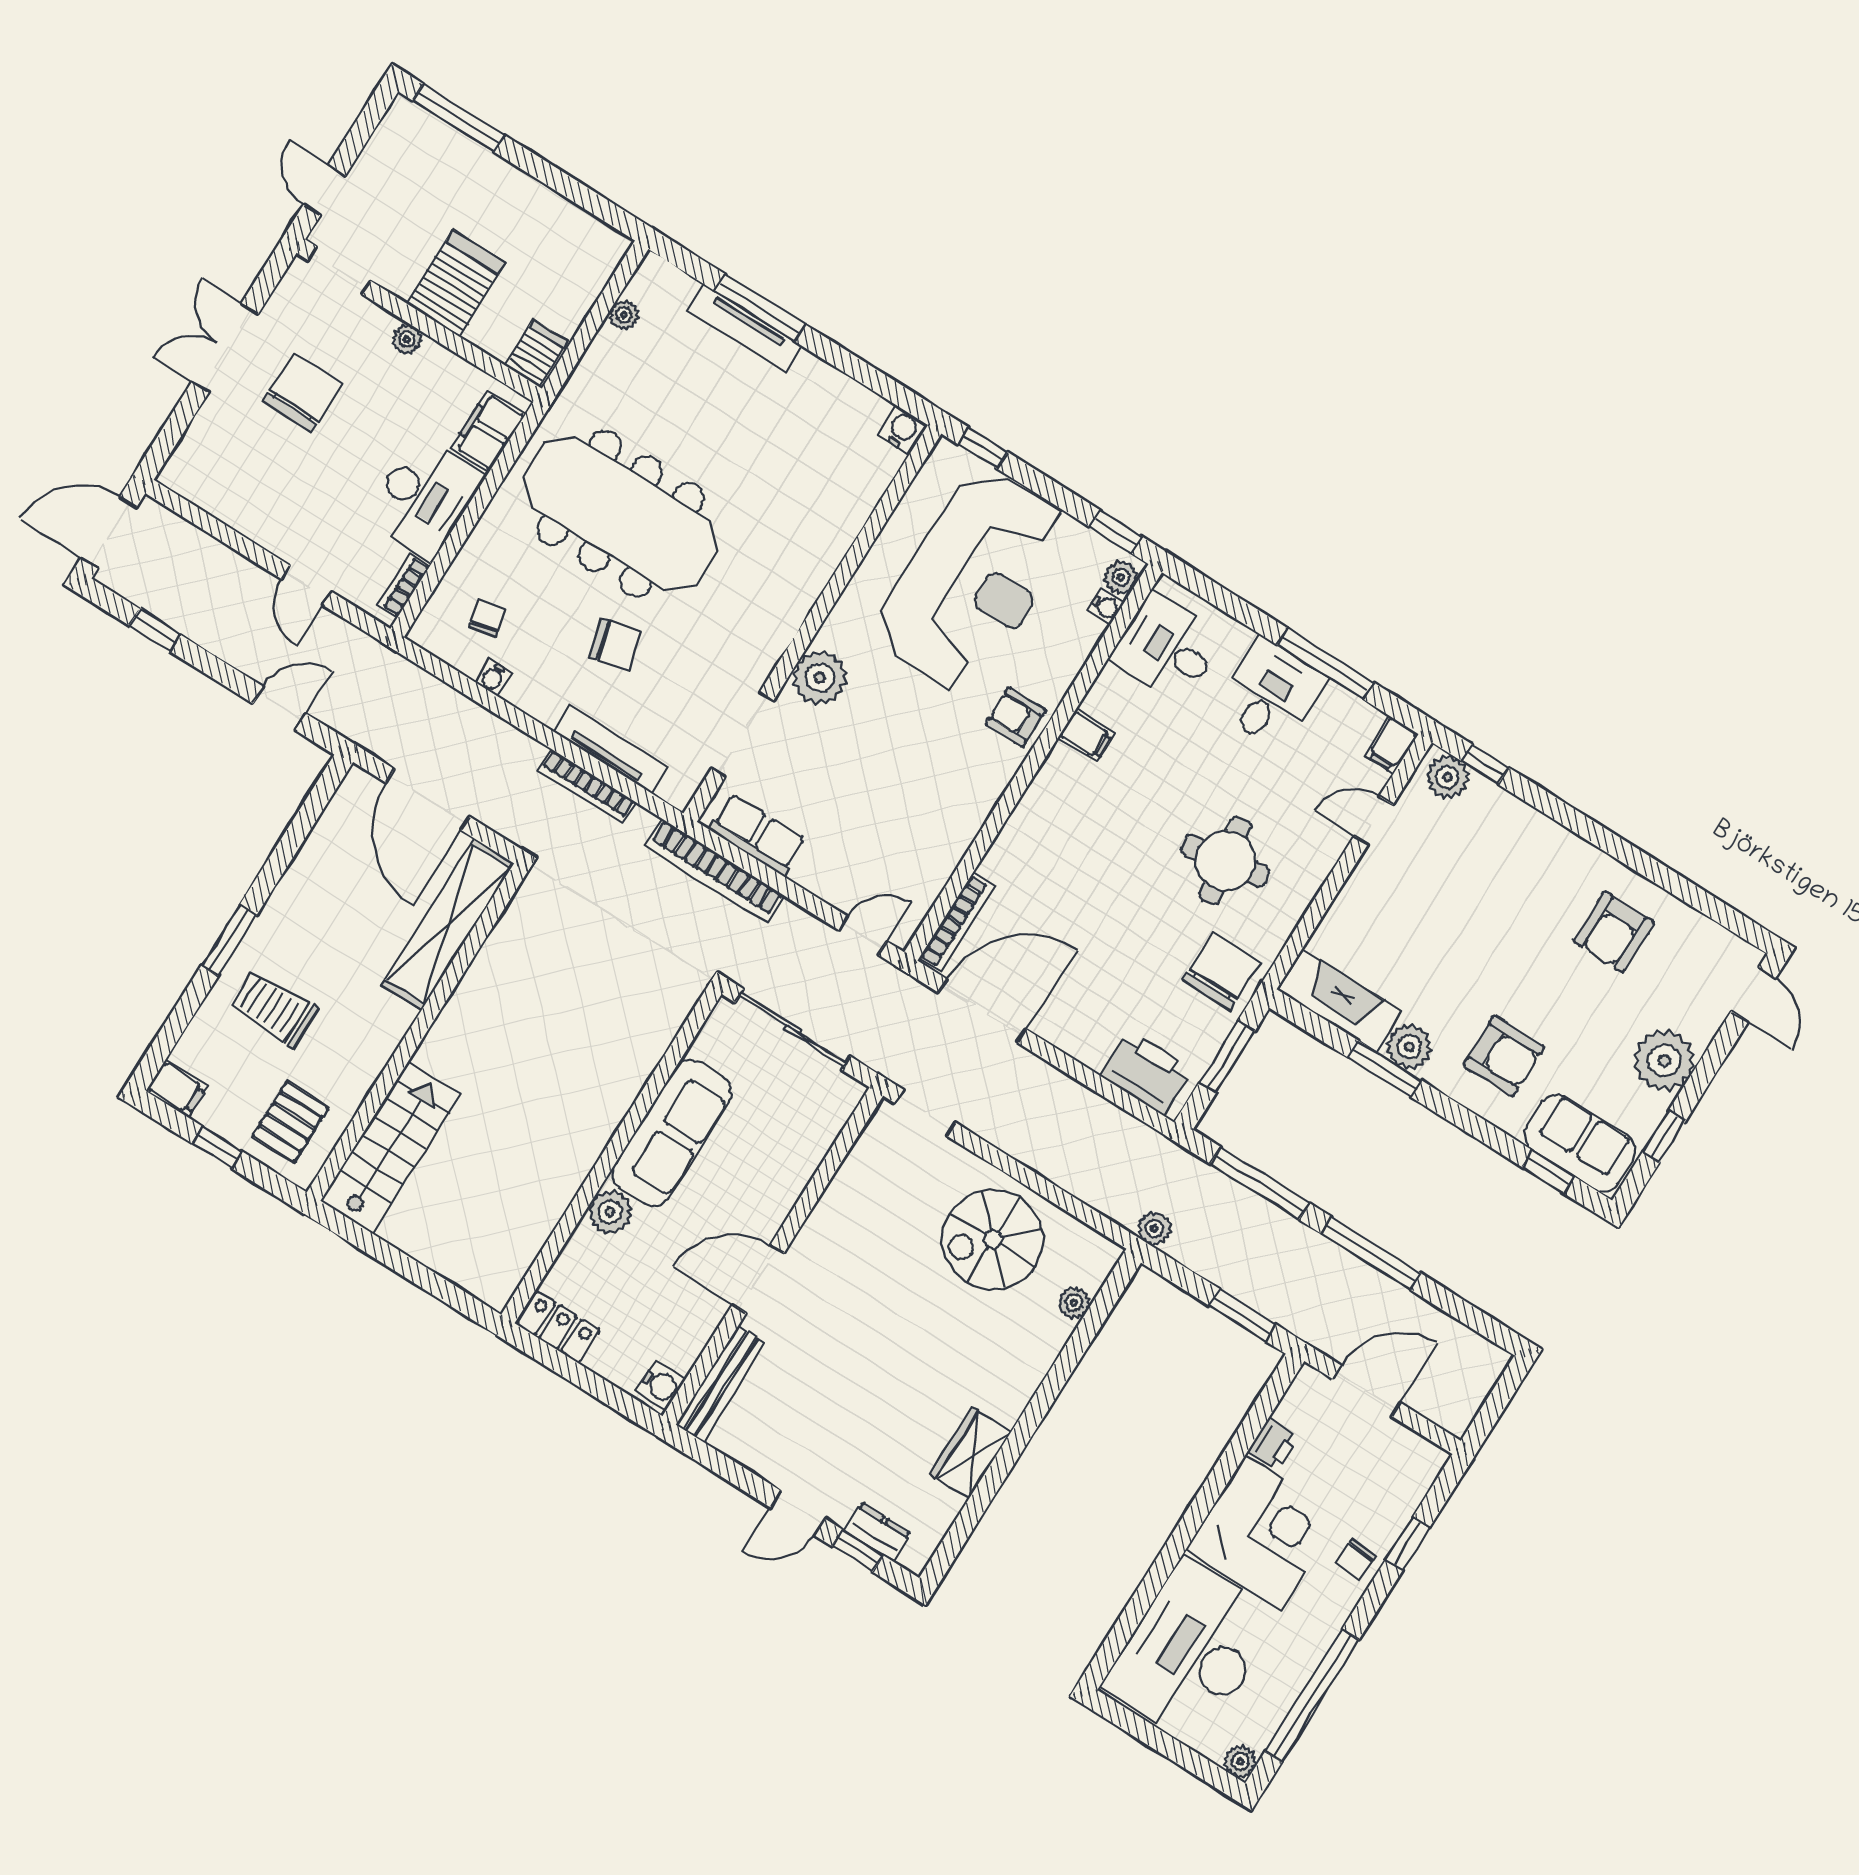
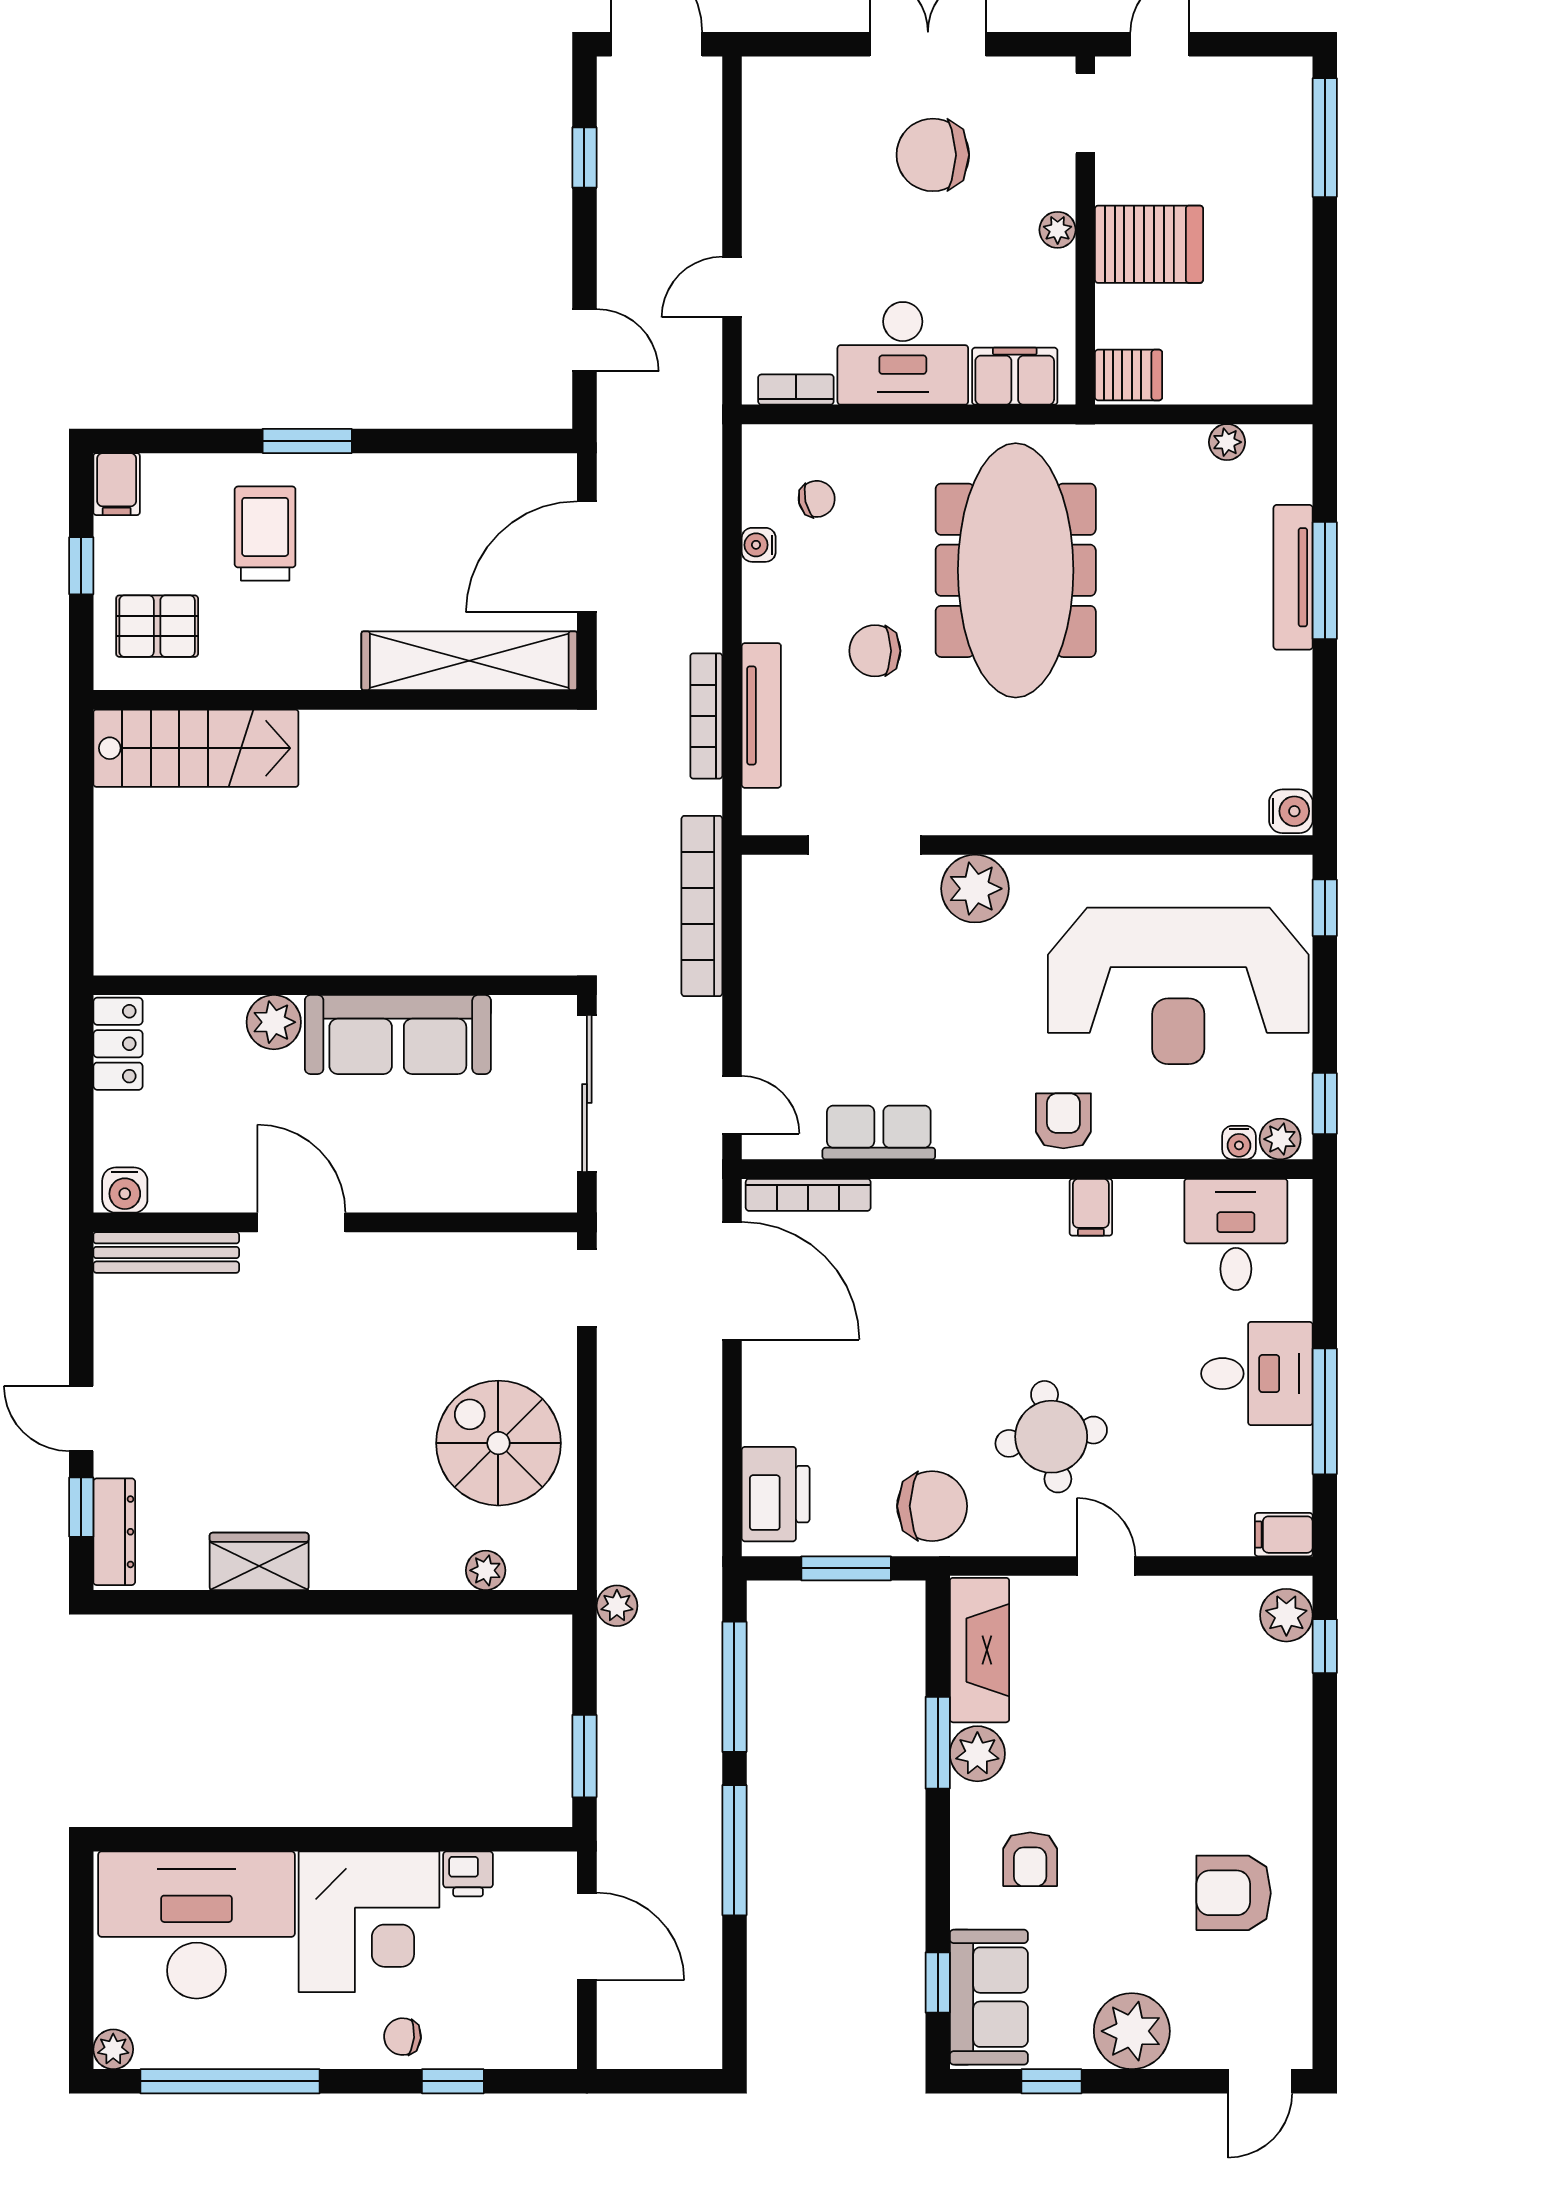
chair: (302, 392) -> (933, 155), turned 180
chair: (615, 644) -> (875, 651), turned 104
door: (1374, 820) -> (1106, 1566), moved
row of seats: (758, 835) -> (879, 1133), moved, turned -90
armchair: (1504, 1056) -> (1030, 1859), width x0.72, depth x0.72
dresser: (877, 1532) -> (114, 1532), width x1.44

